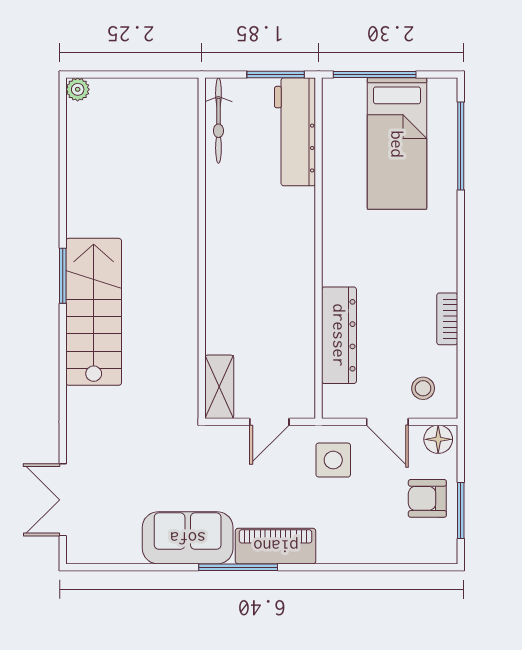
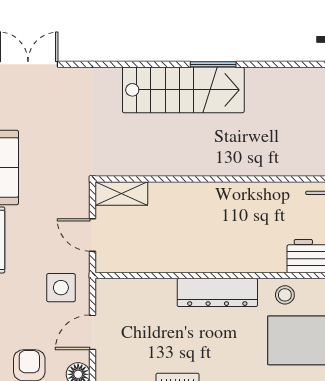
dresser: (339, 335) -> (217, 292), moved
stool: (423, 388) -> (285, 295), moved

